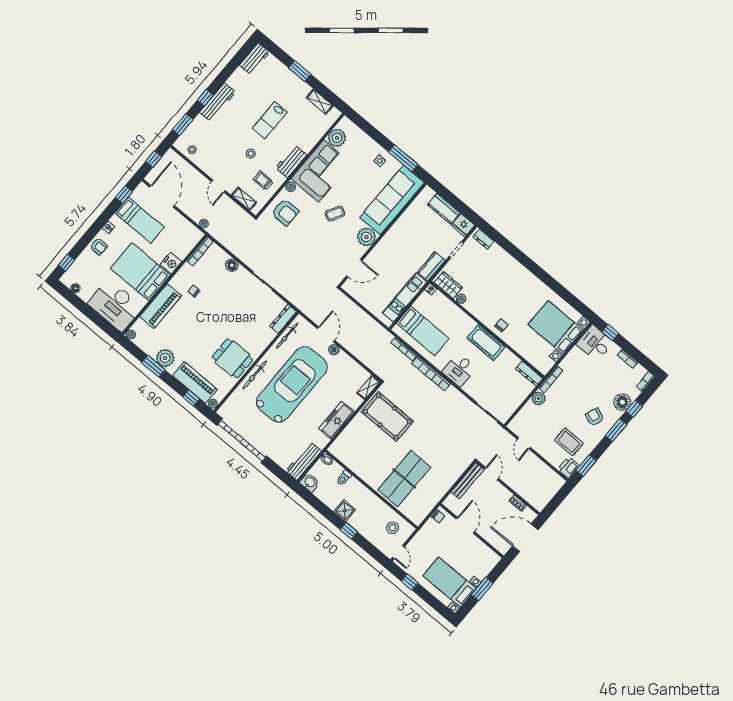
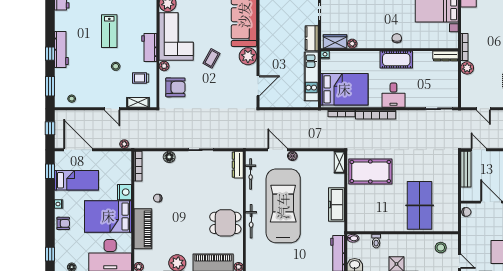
bed: (423, 331) -> (344, 89), width x1.50

